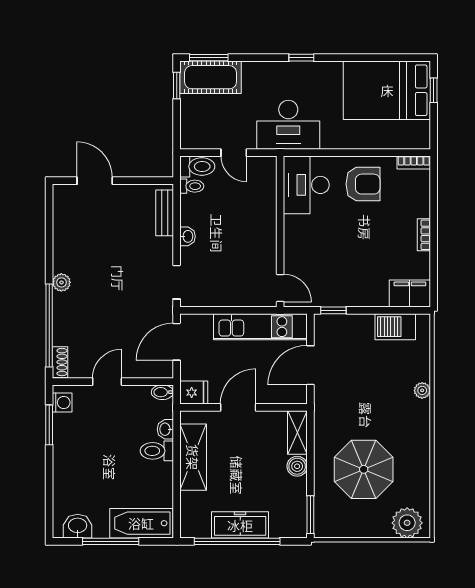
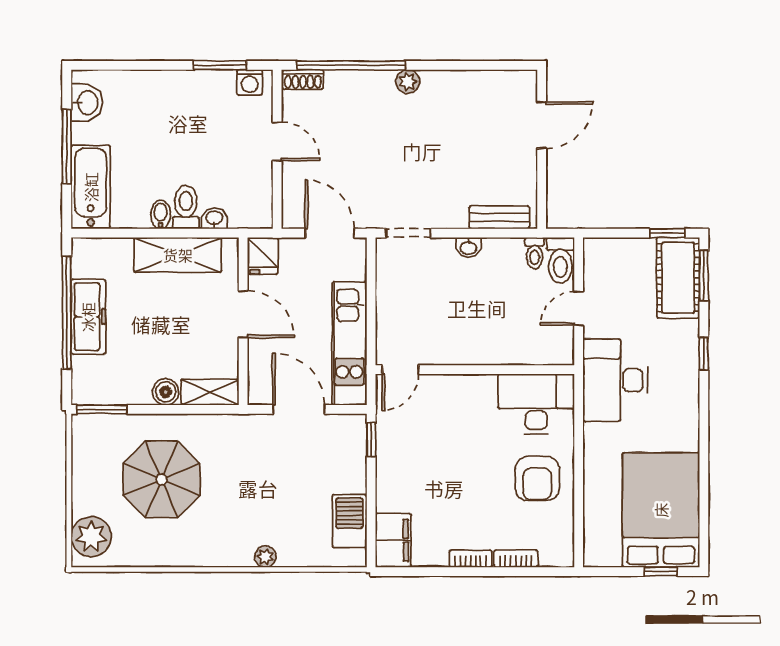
window: (301, 58) -> (704, 354), moved
bookcase: (414, 163) -> (516, 559), moved, turned 90
bidet: (162, 392) -> (161, 214), moved

